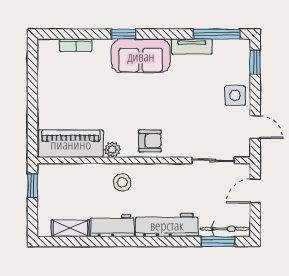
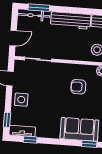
window: (217, 34) -> (30, 140), width x0.46
tv unit: (192, 46) -> (22, 131), moved
armchair: (150, 141) -> (78, 87), moved

